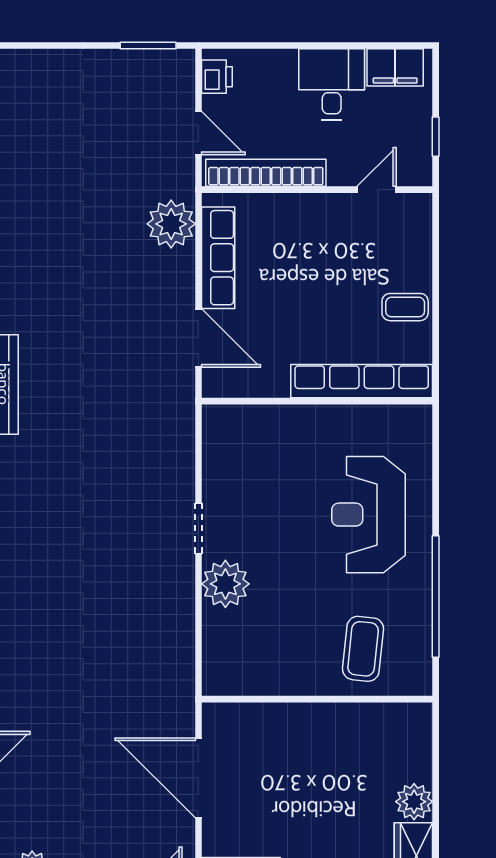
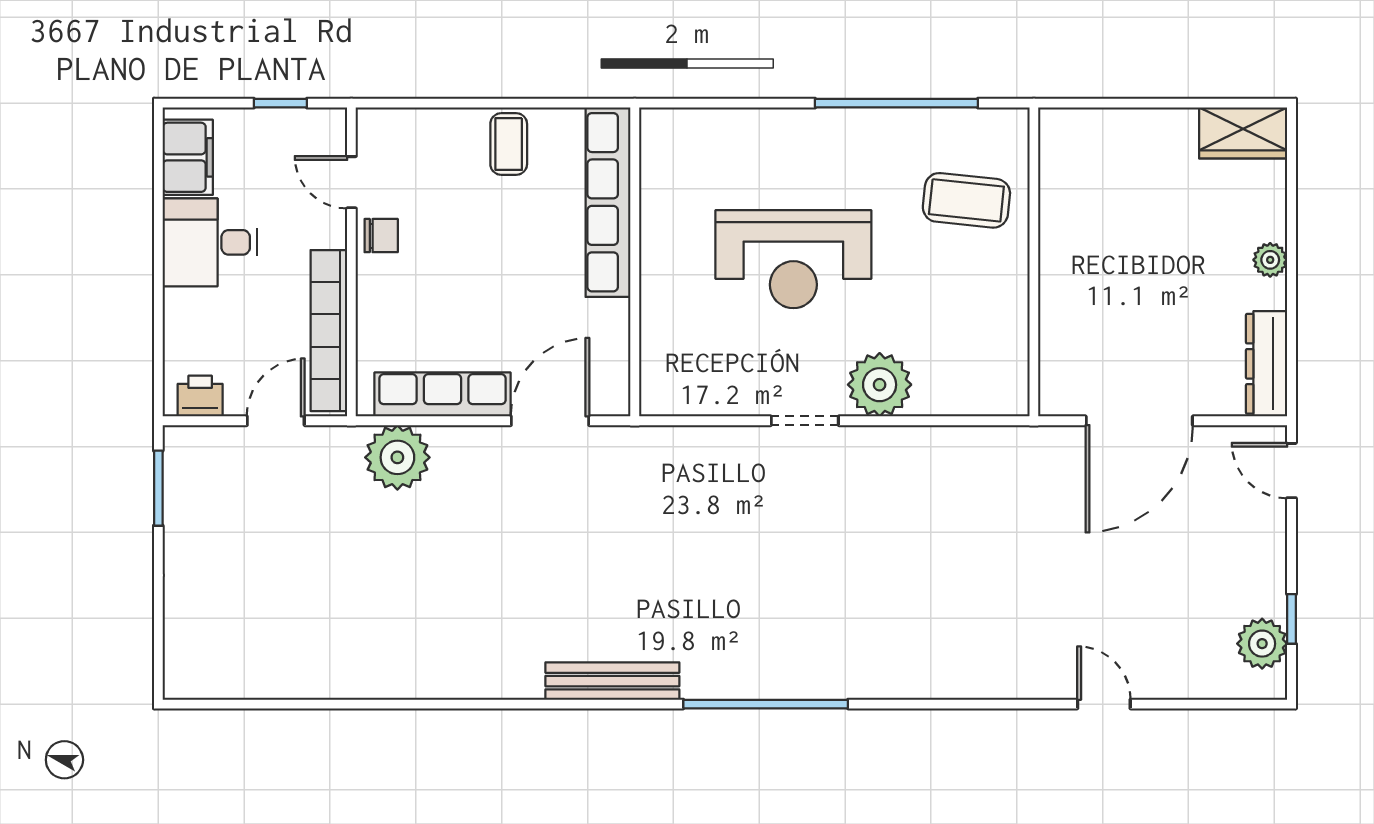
chair: (337, 212) -> (381, 236), added
reception desk: (368, 515) -> (793, 259), moved
plant: (414, 802) -> (1171, 132), removed

